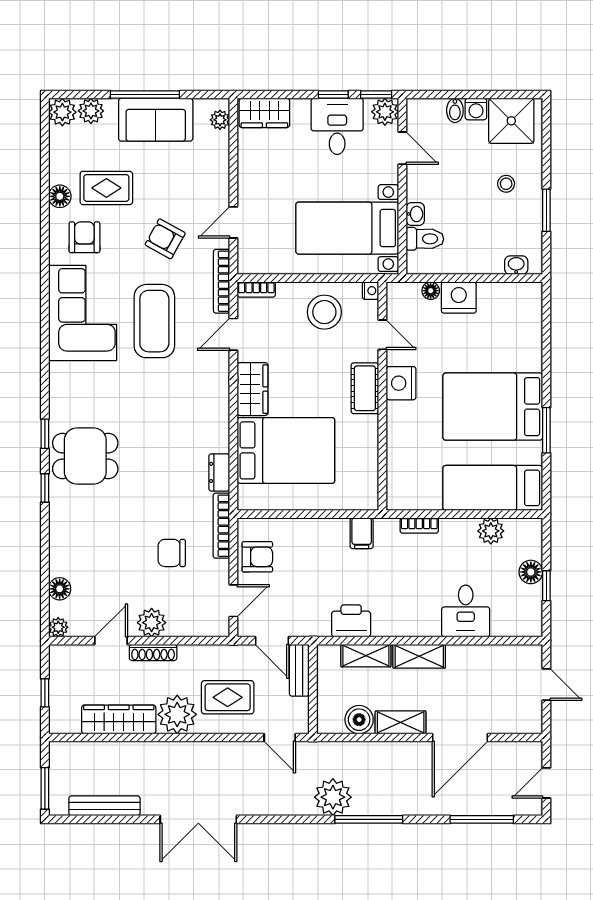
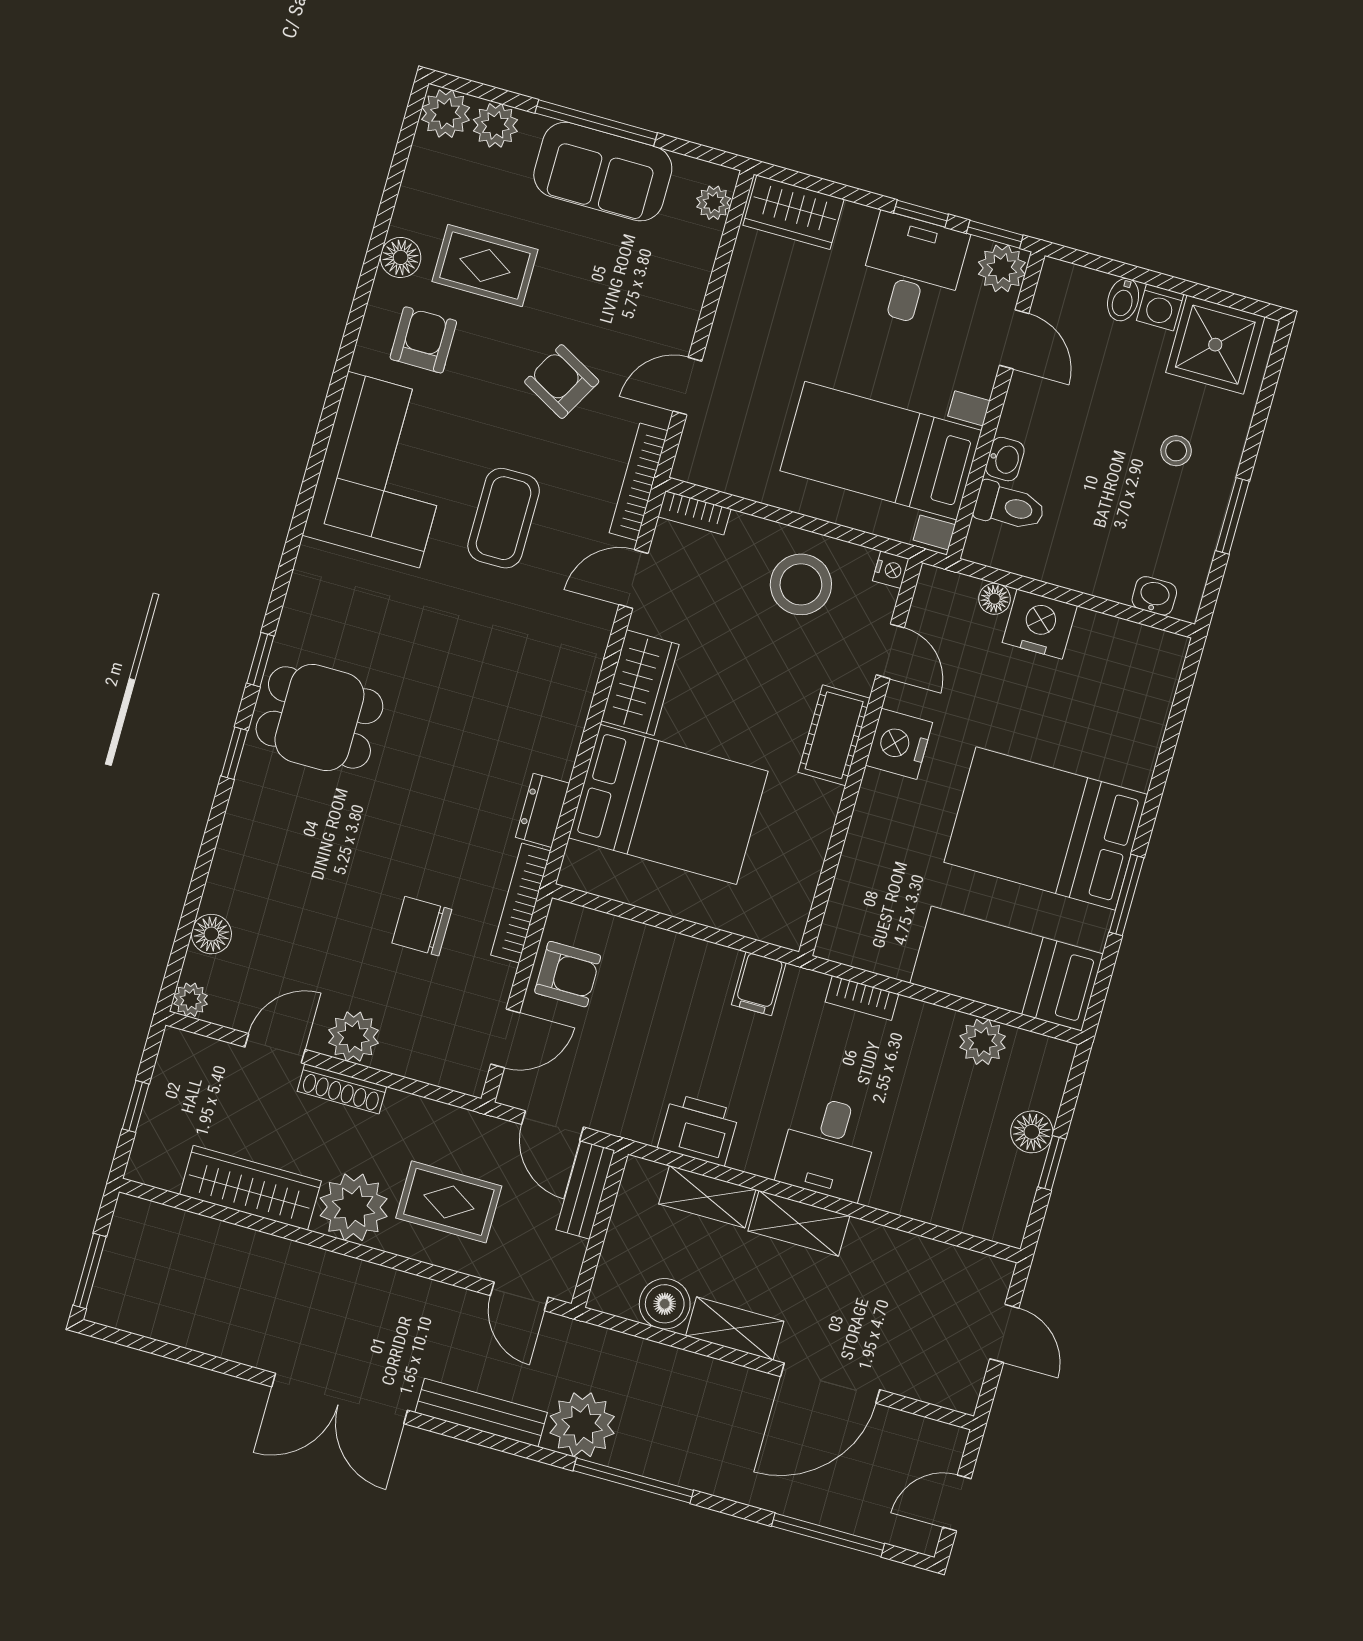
coffee table: (154, 321) -> (504, 518), width x0.73, depth x0.76
desk: (466, 611) -> (828, 1148), moved
bench: (104, 806) -> (481, 1413), moved

